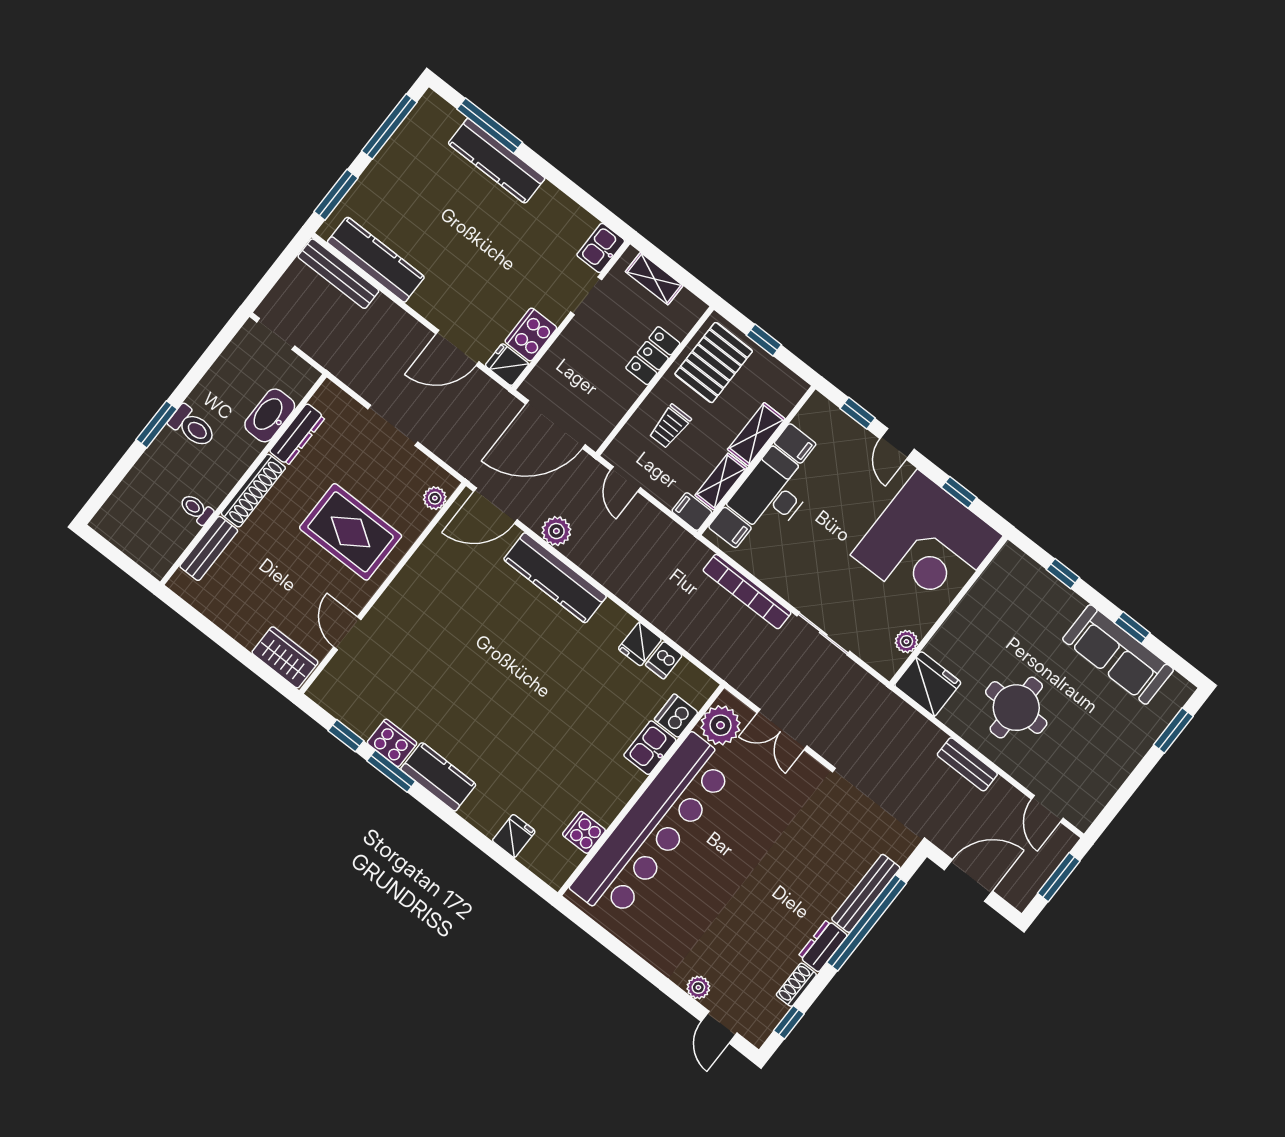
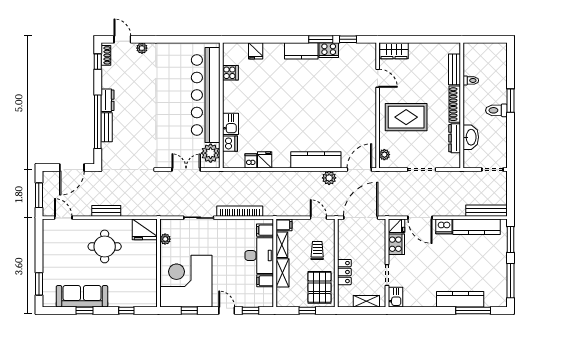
dishwasher: (429, 302) -> (444, 226), added
door: (457, 348) -> (420, 218), swing flipped
bench: (866, 893) -> (107, 127), width x0.73
shoe rack: (796, 985) -> (106, 55), moved

